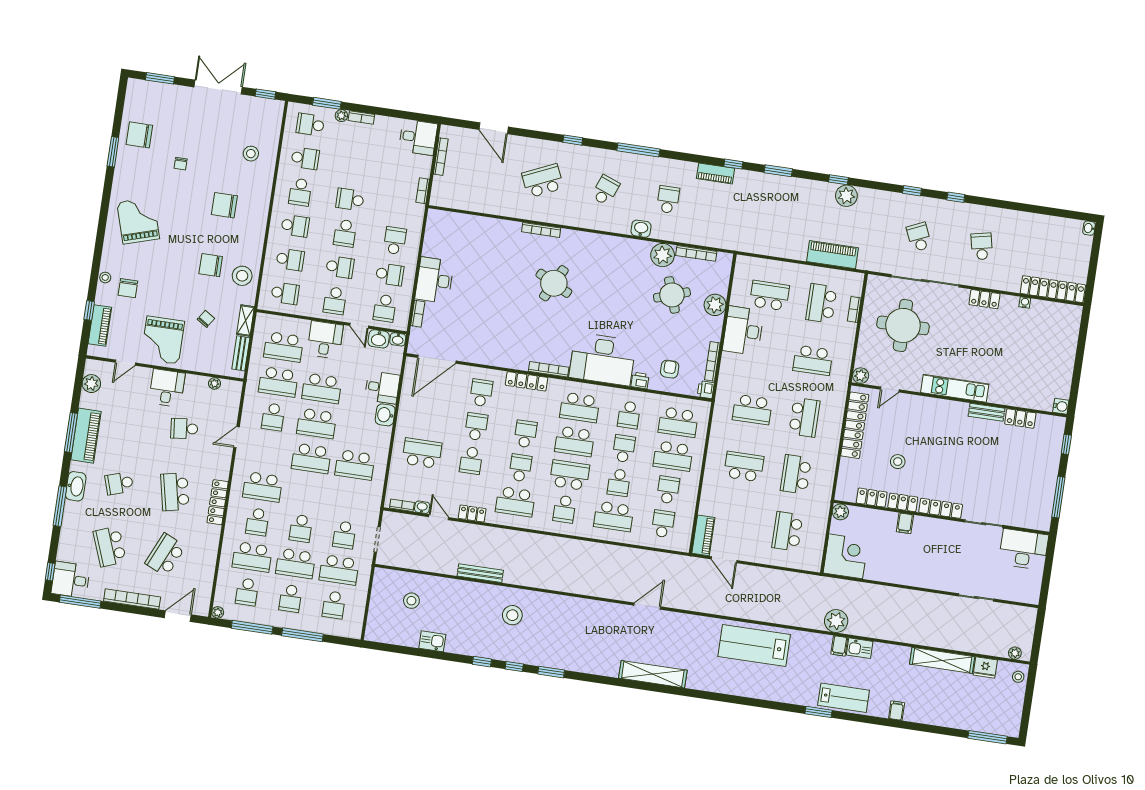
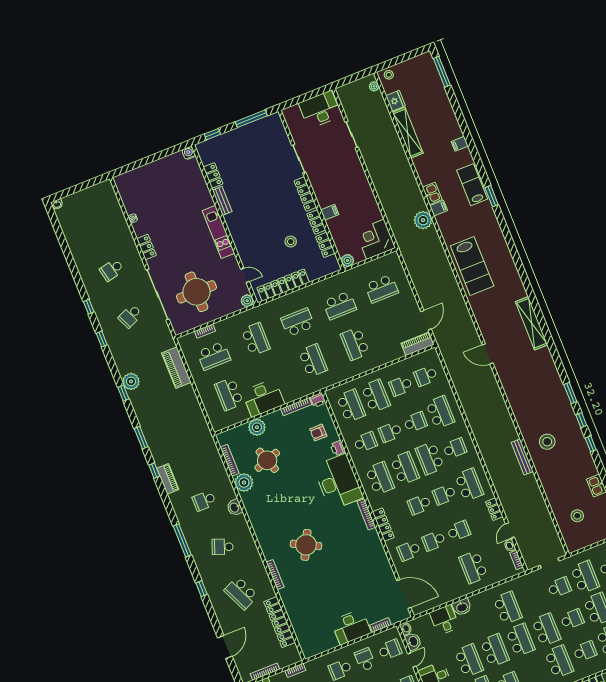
locker: (1053, 289) -> (279, 622), moved
school desk: (306, 493) -> (546, 630), added
desk: (1024, 549) -> (320, 110), moved, turned 90
bench: (480, 573) -> (522, 457), moved

